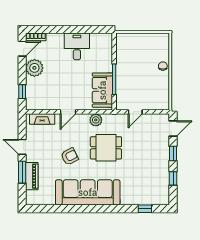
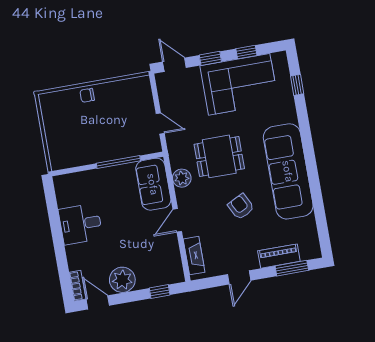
sofa: (102, 90) -> (153, 184), moved, turned 90
door: (68, 112) -> (177, 220), swing flipped
dining table: (106, 148) -> (219, 156), turned 90
corner sofa: (152, 170) -> (239, 84), added
window: (22, 172) -> (292, 268), moved

